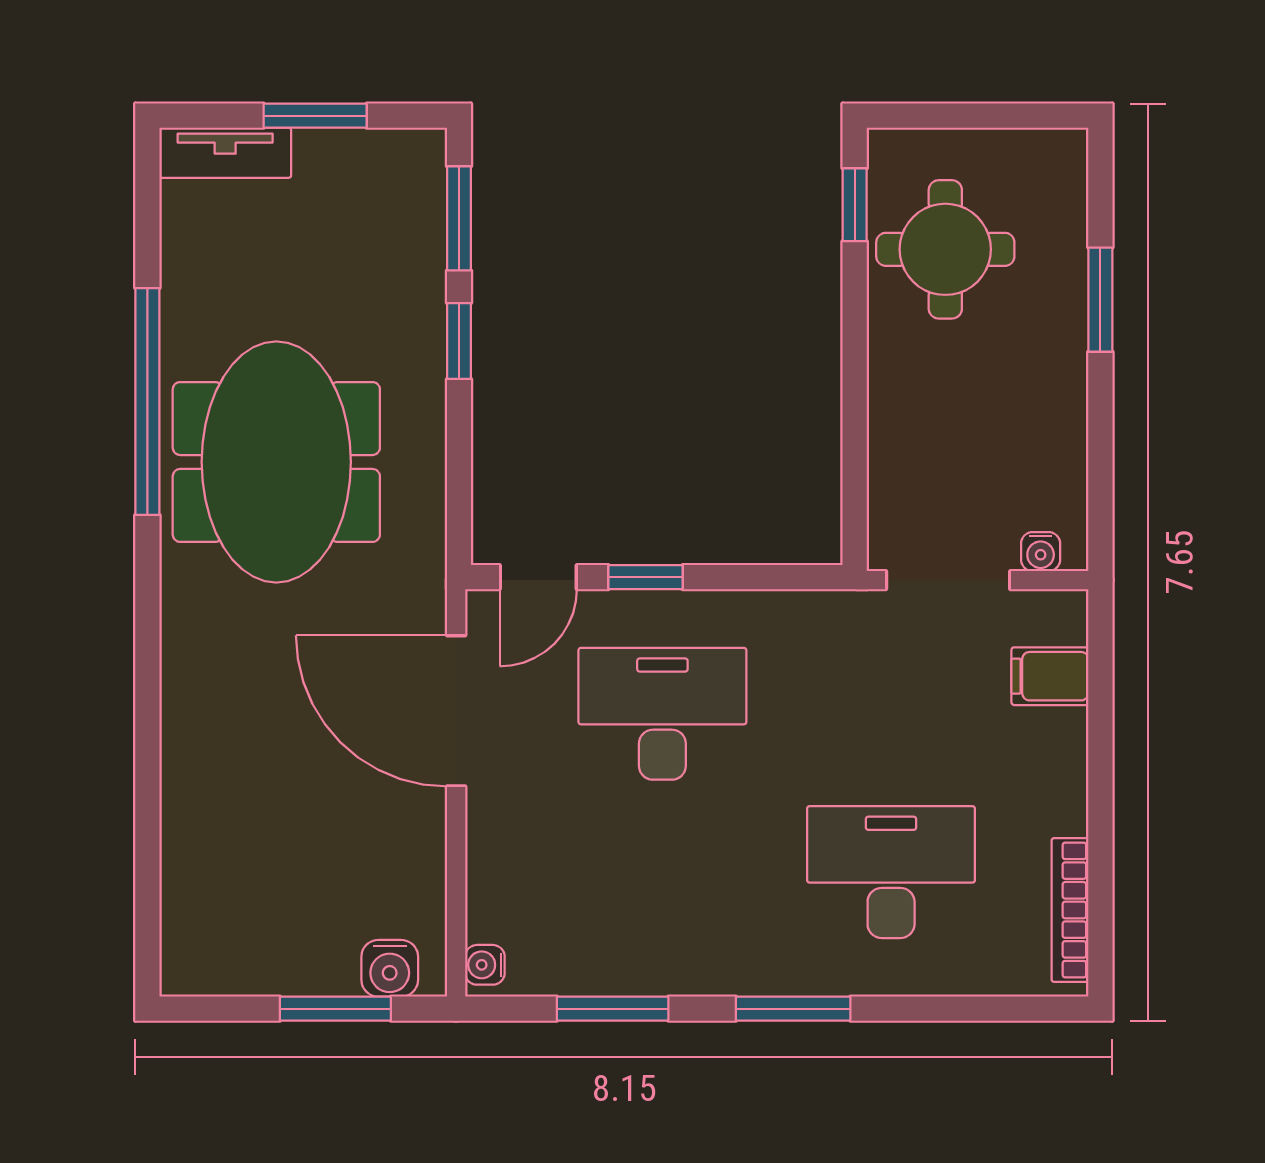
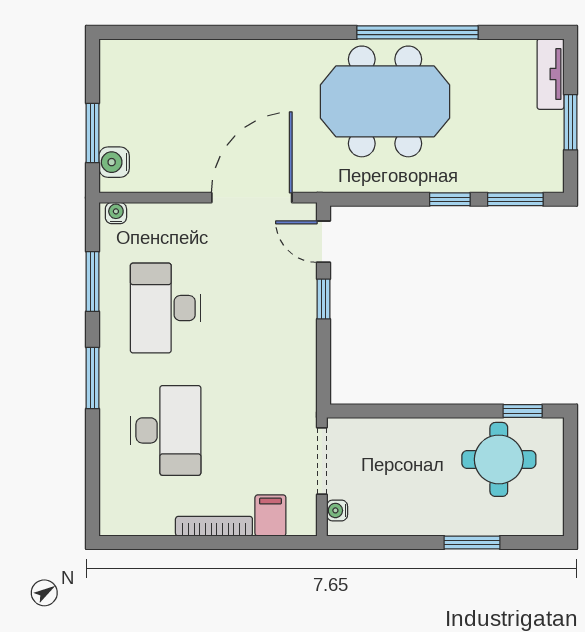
desk: (662, 714) -> (166, 308), moved, turned 180
bookcase: (1070, 910) -> (214, 526), moved

